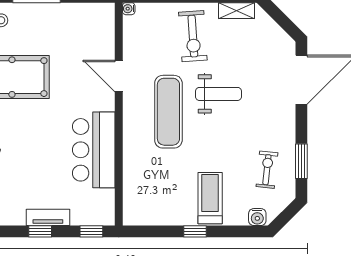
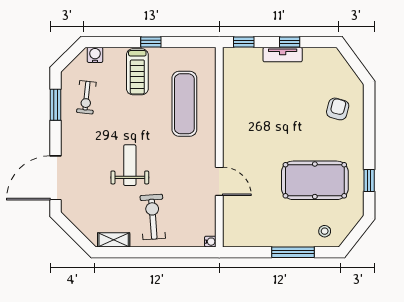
weight bench: (218, 94) -> (130, 165), turned 90
exercise mat: (168, 112) -> (184, 104), moved
bar counter: (94, 150) -> (242, 115), removed

